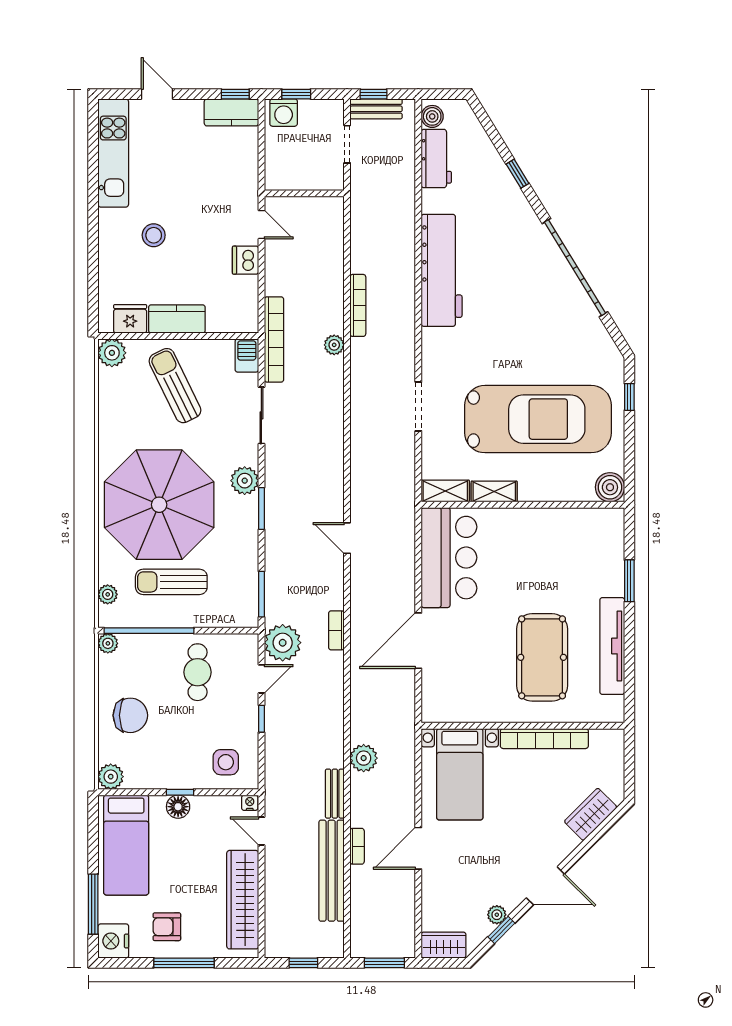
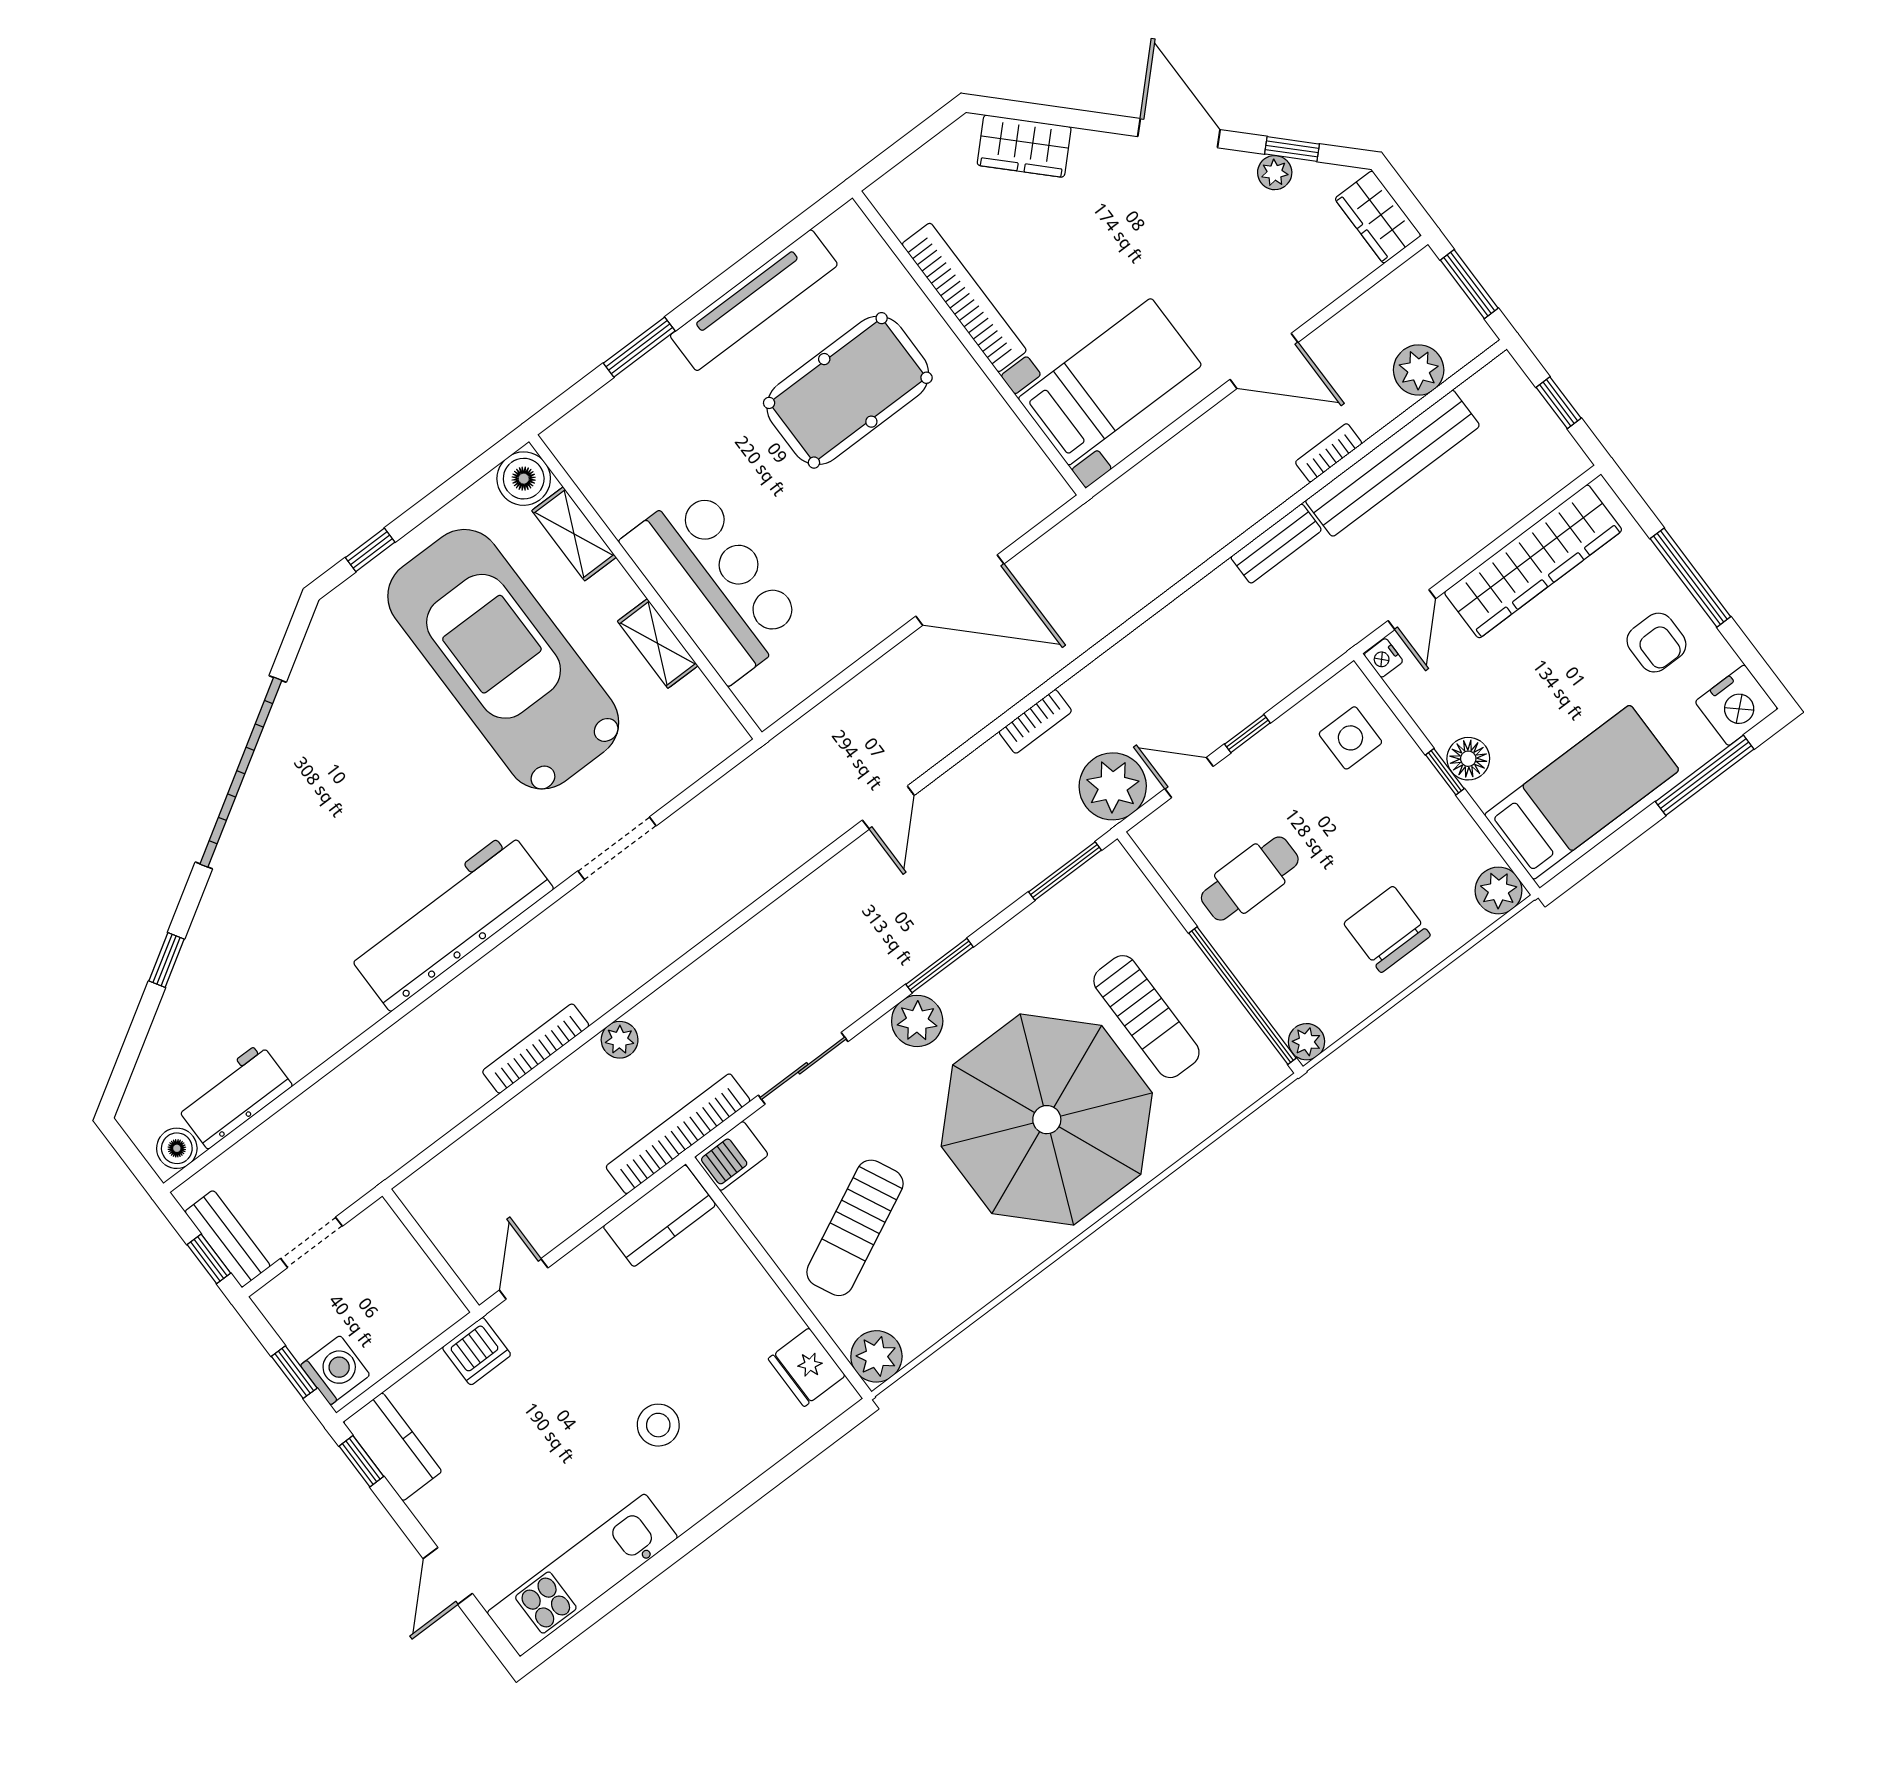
dishwasher: (245, 260) -> (477, 1351), moved
workbench: (442, 270) -> (450, 921), moved
kitchen counter: (177, 319) -> (659, 1216), moved, turned -90
shelving: (445, 491) -> (574, 534), moved
bar counter: (449, 558) -> (713, 584), moved, turned 90
plant: (108, 594) -> (1235, 1096), removed
plant: (364, 758) -> (1419, 370), moved

